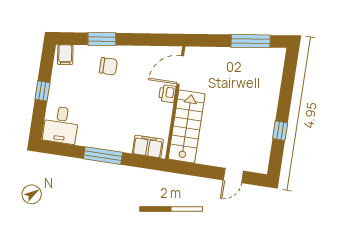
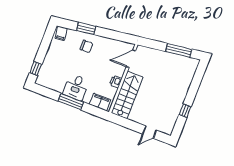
window: (42, 91) -> (36, 69), moved
printer: (167, 94) -> (116, 82), moved
desk: (61, 125) -> (76, 87), moved

